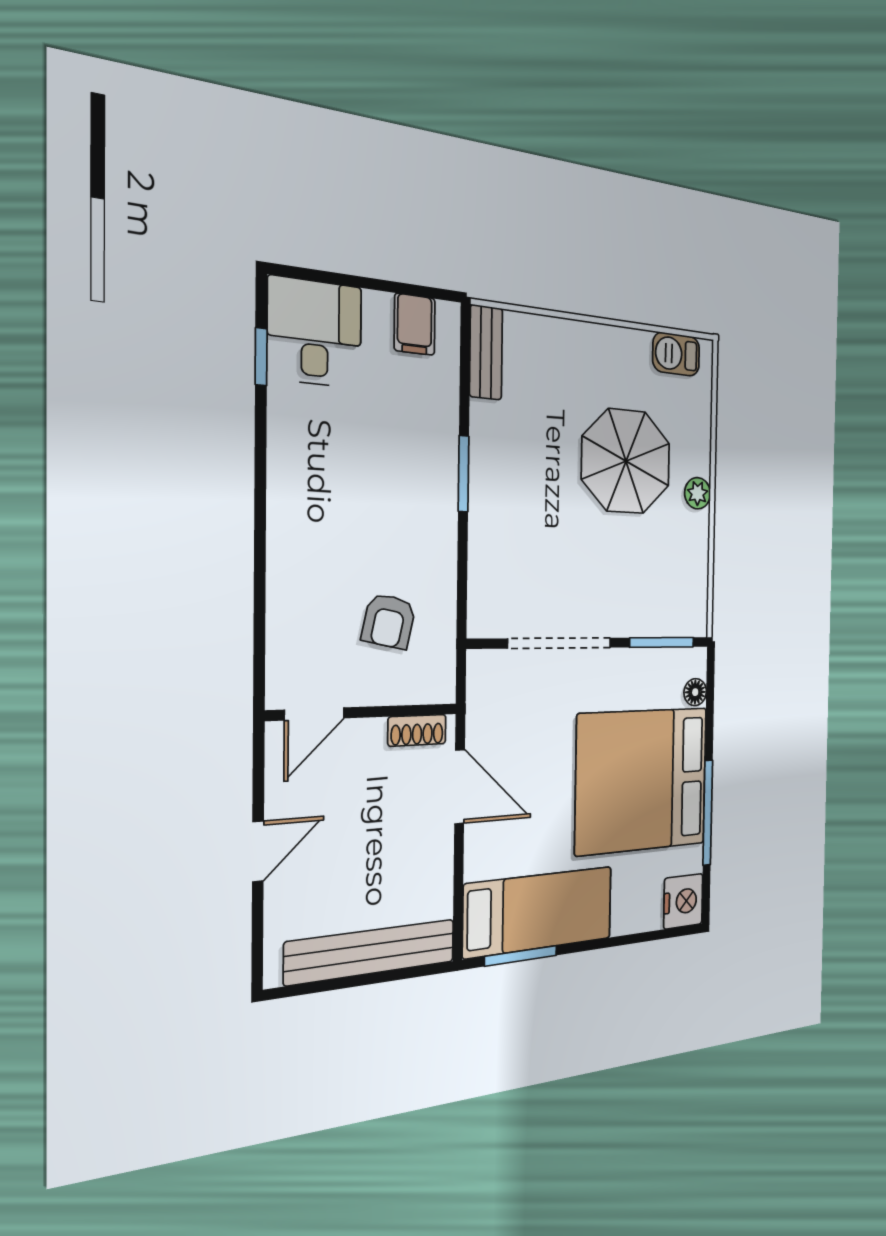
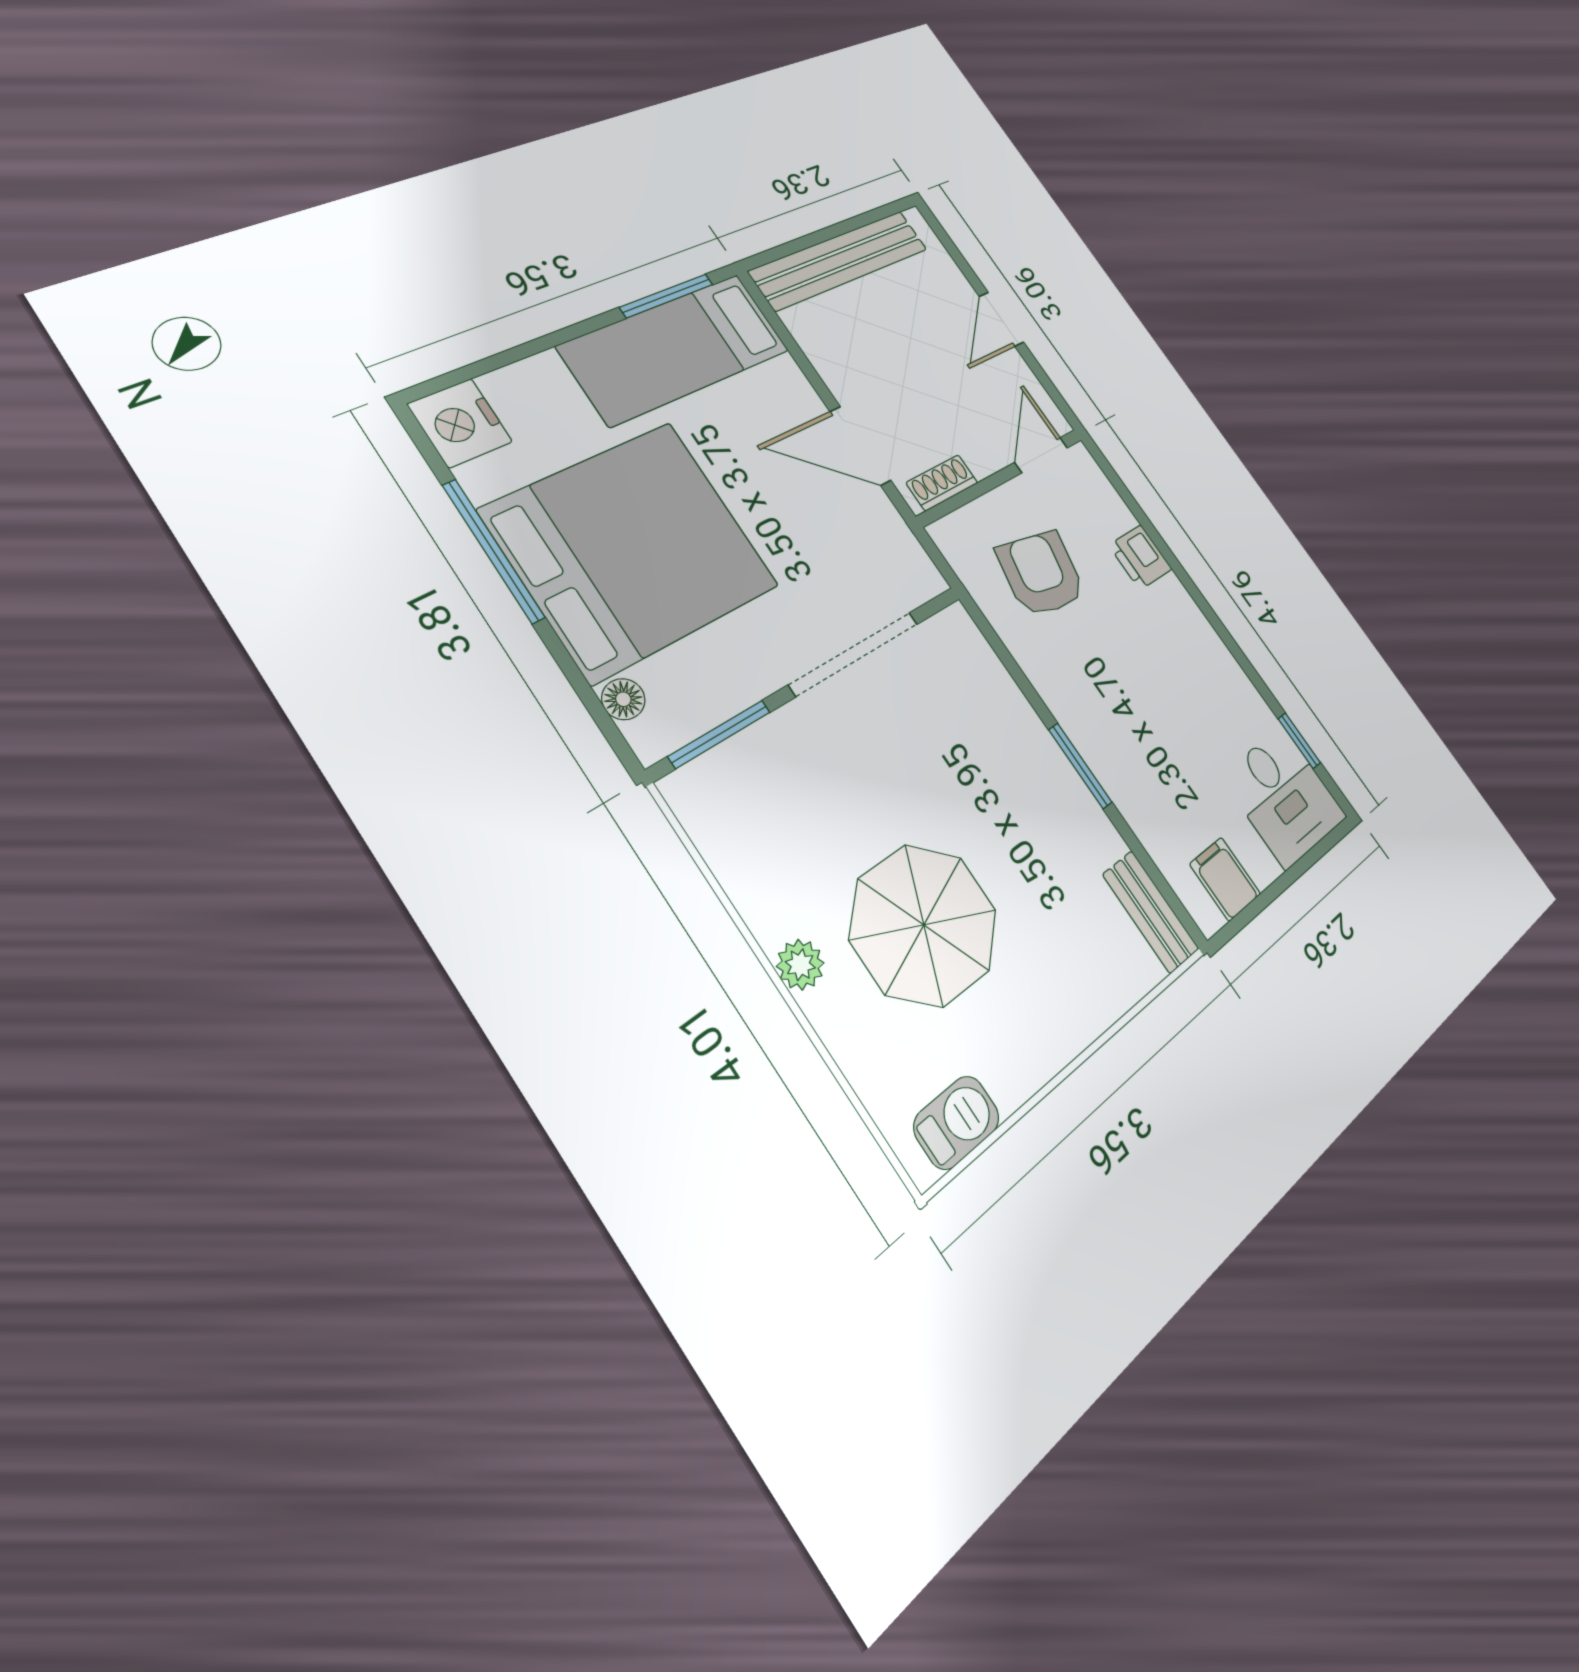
printer: (289, 585) -> (1140, 557), added
armchair: (389, 621) -> (1041, 573), width x1.38, depth x1.38

